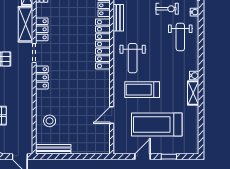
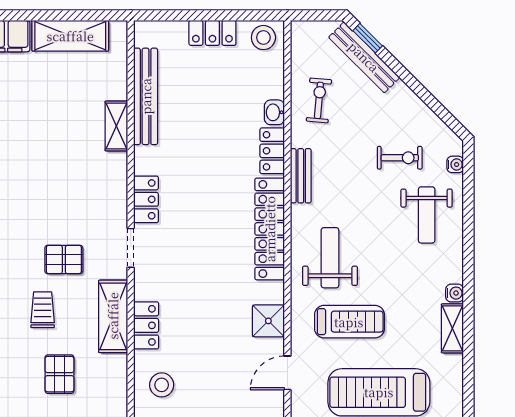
shelving: (26, 24) -> (113, 316), moved
weight bench: (133, 58) -> (330, 258), turned 180
locker: (42, 77) -> (146, 325), moved
shower: (102, 89) -> (268, 321), added
treadmill: (142, 90) -> (349, 322), turned 180

